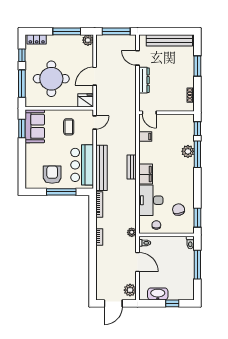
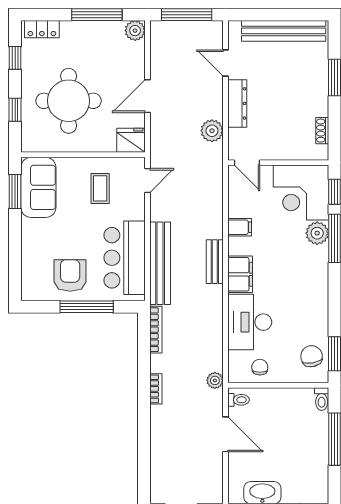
window: (22, 84) -> (15, 110), width x0.46
corner desk: (179, 129) -> (301, 193), added
filing cabinet: (145, 136) -> (240, 227), moved
chair: (179, 210) -> (312, 356), moved
plant: (130, 290) -> (212, 131), moved

